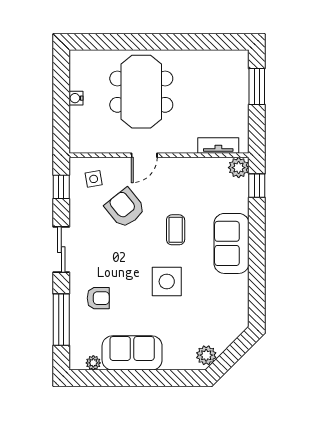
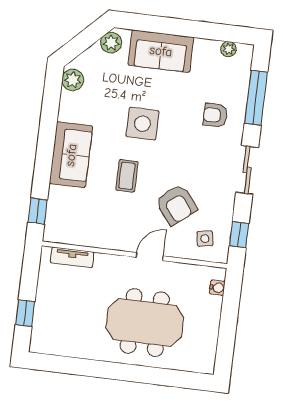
window: (257, 87) -> (25, 313), width x0.67
meeting table: (141, 92) -> (145, 322), turned 90
water cooler: (76, 98) -> (217, 288), moved
plant: (239, 168) -> (73, 80), moved
sofa: (132, 353) -> (161, 51), moved

